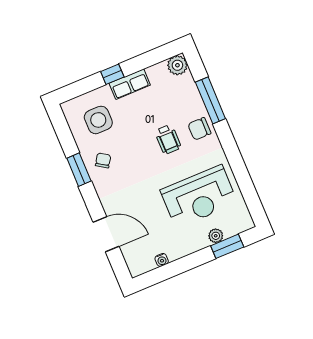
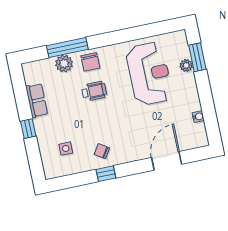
plant: (177, 65) -> (64, 64), moved
row of seats: (130, 84) -> (37, 100), moved
side table: (98, 120) -> (66, 149), width x0.54, depth x0.54
window: (79, 170) -> (106, 174), width x0.67

